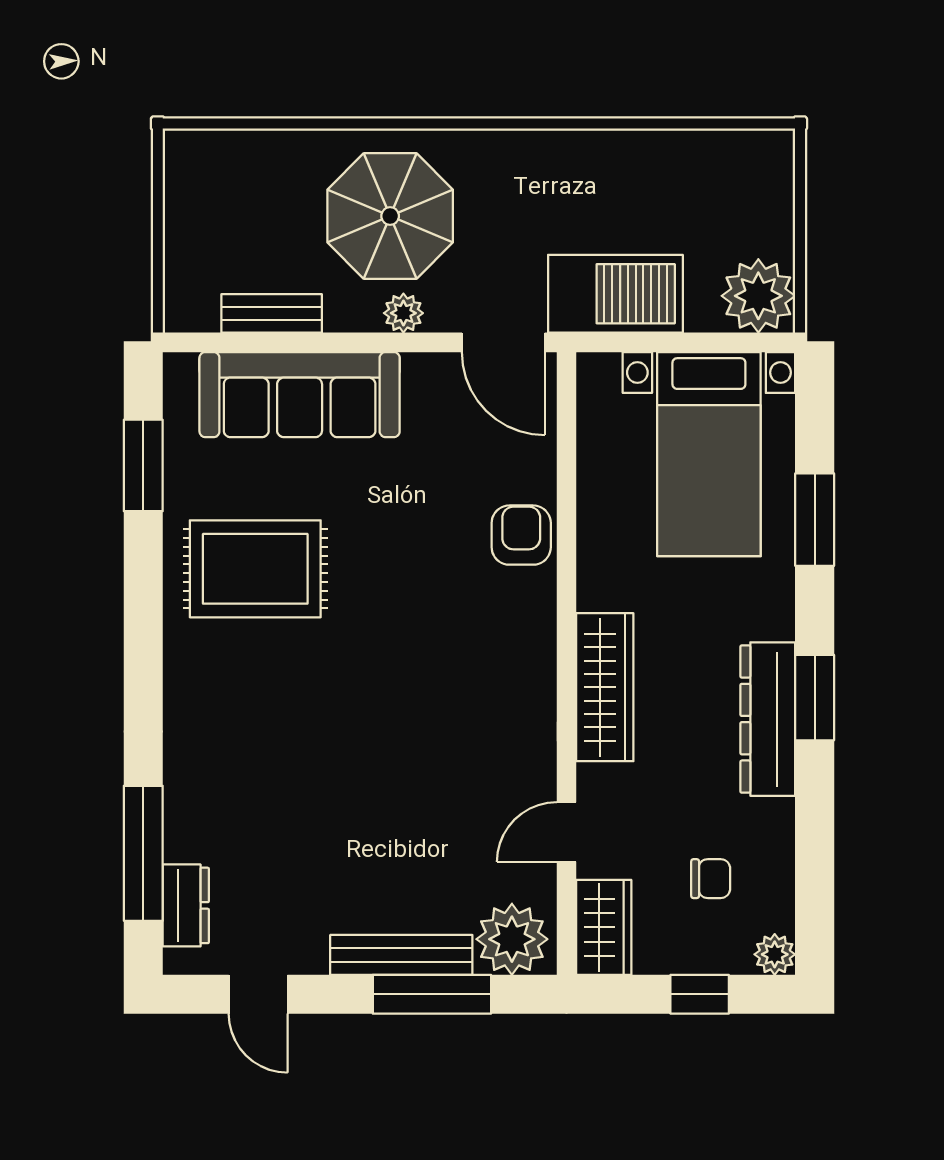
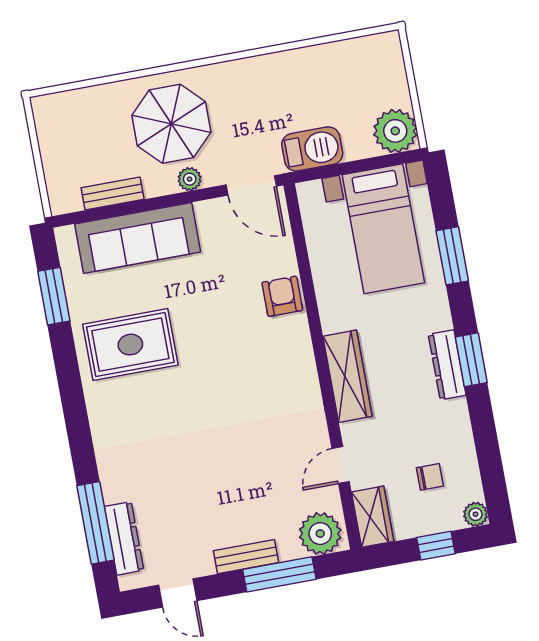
barbecue: (615, 294) -> (312, 149), width x0.73, depth x0.83
dresser: (768, 719) -> (447, 365), width x0.73, depth x0.80
dresser: (186, 905) -> (124, 538), width x1.44
bench: (401, 955) -> (246, 557), width x0.73

